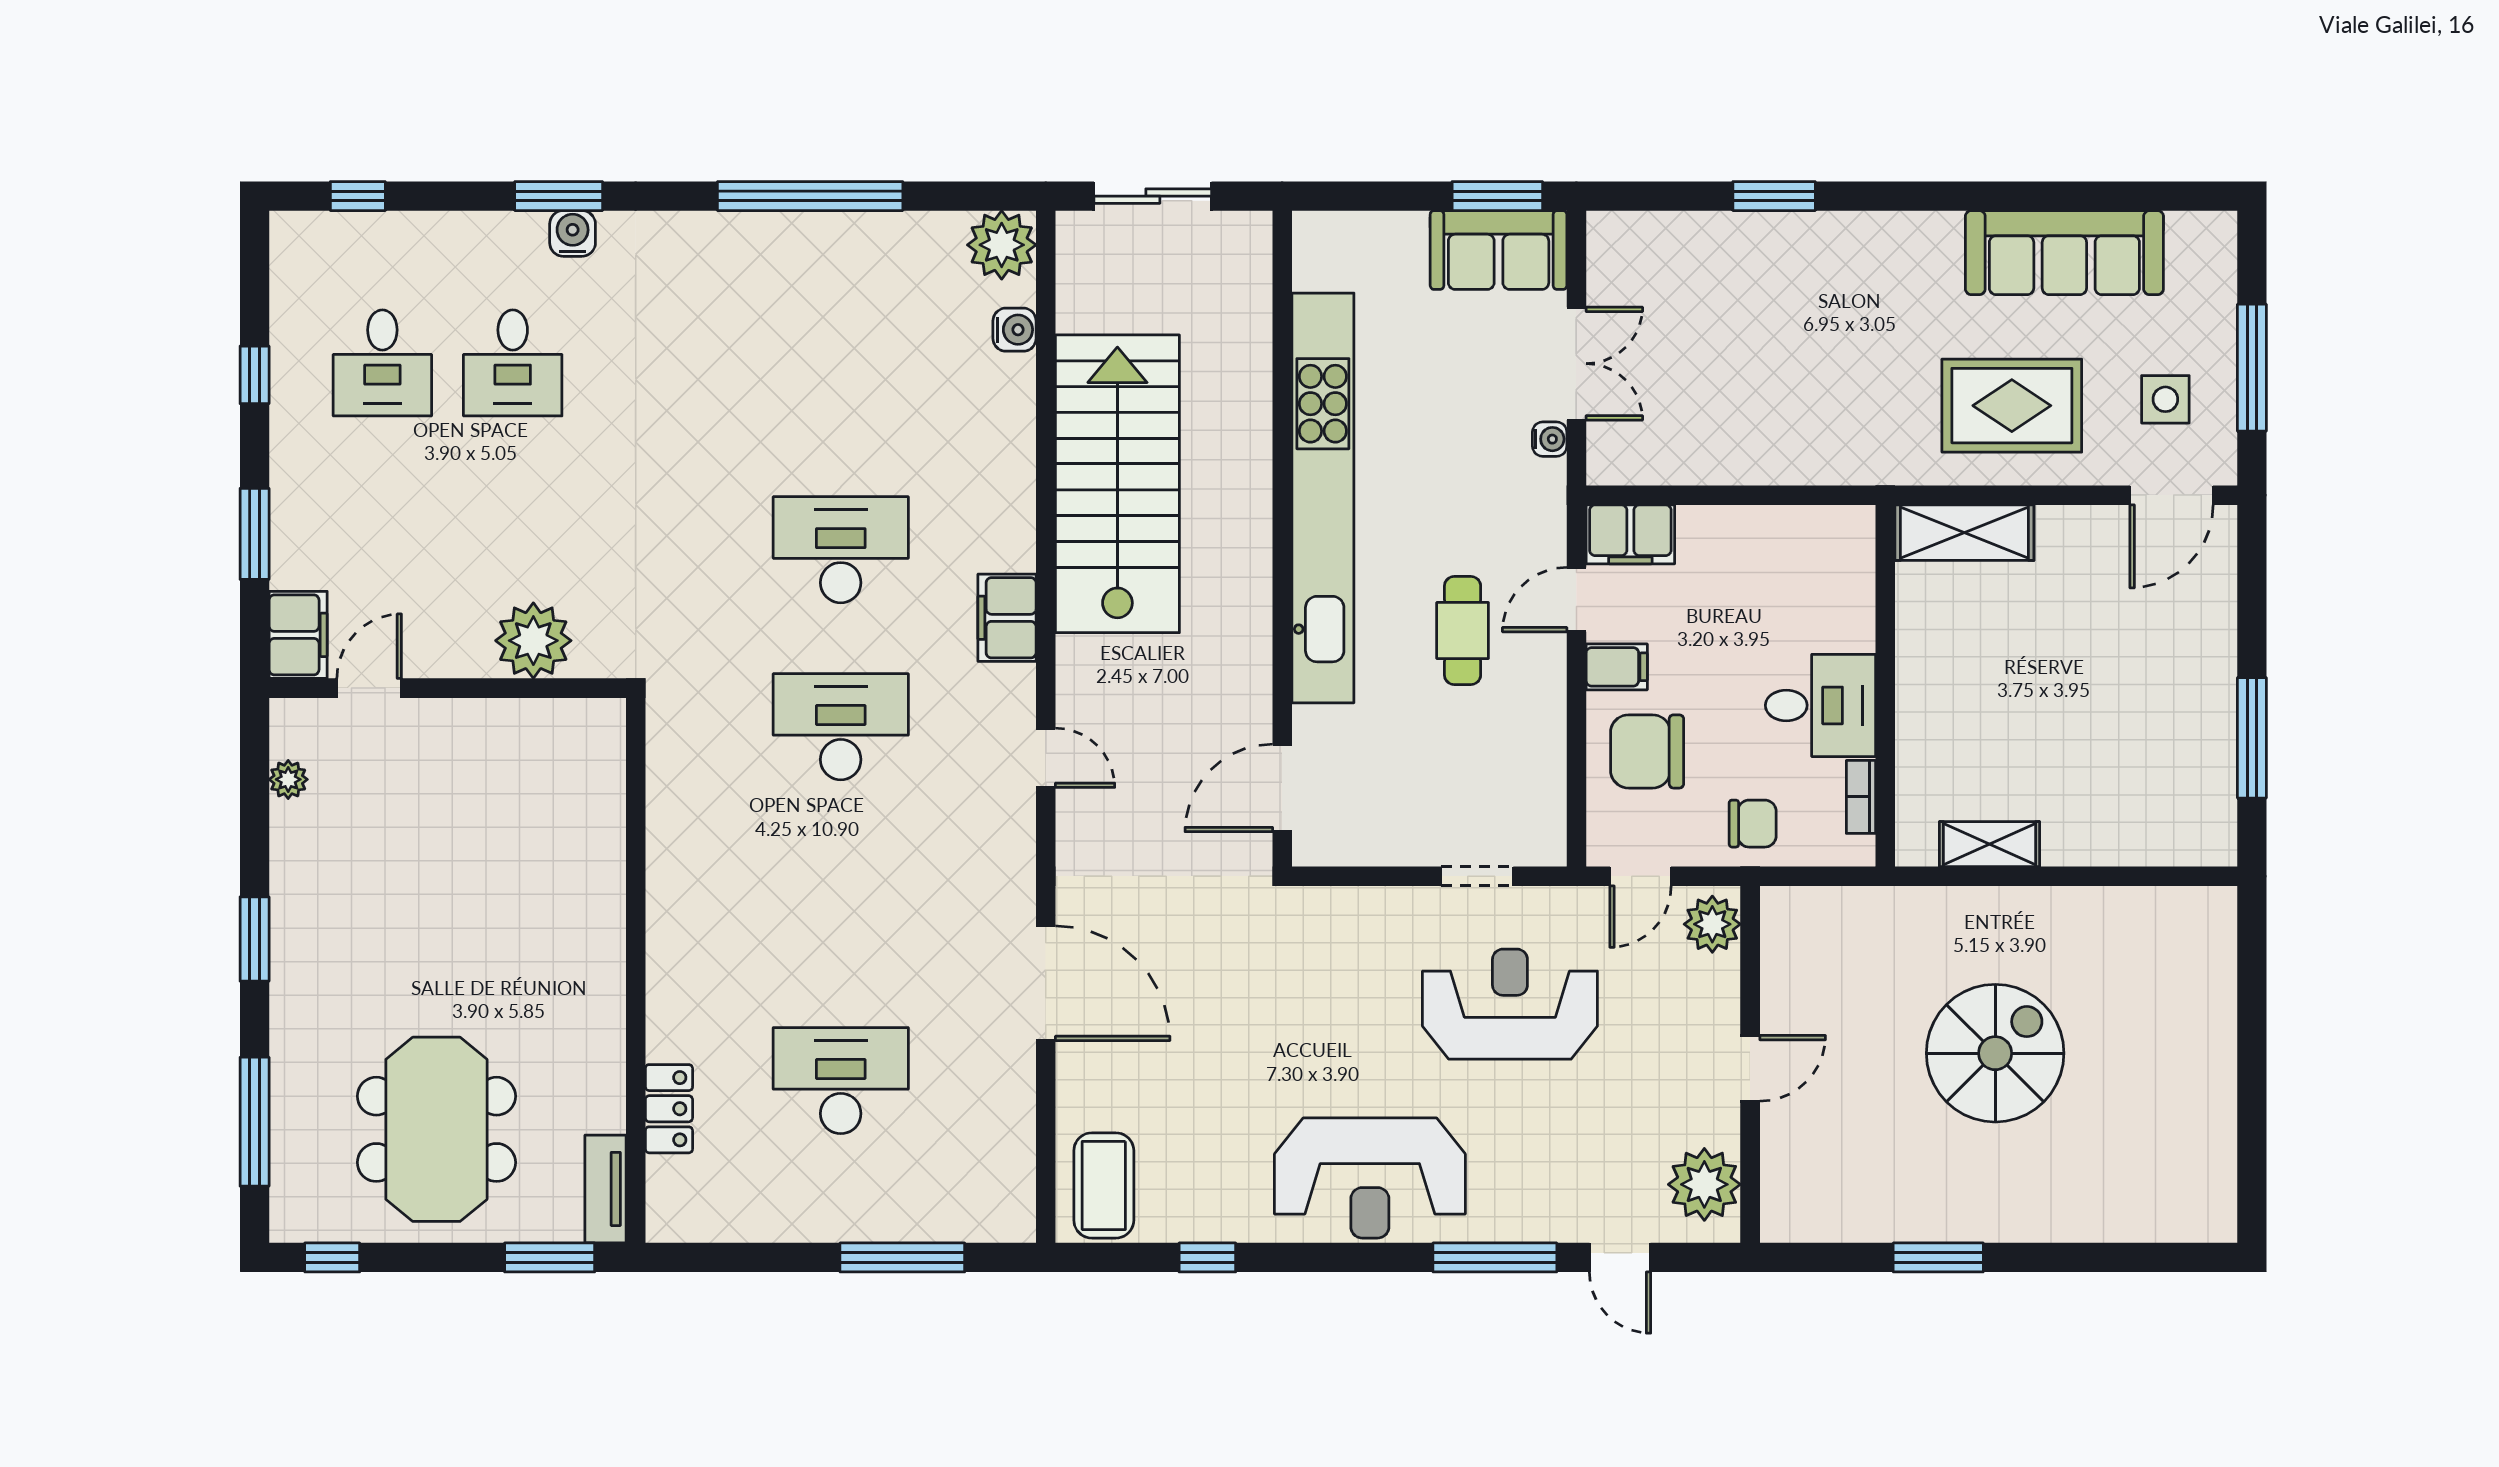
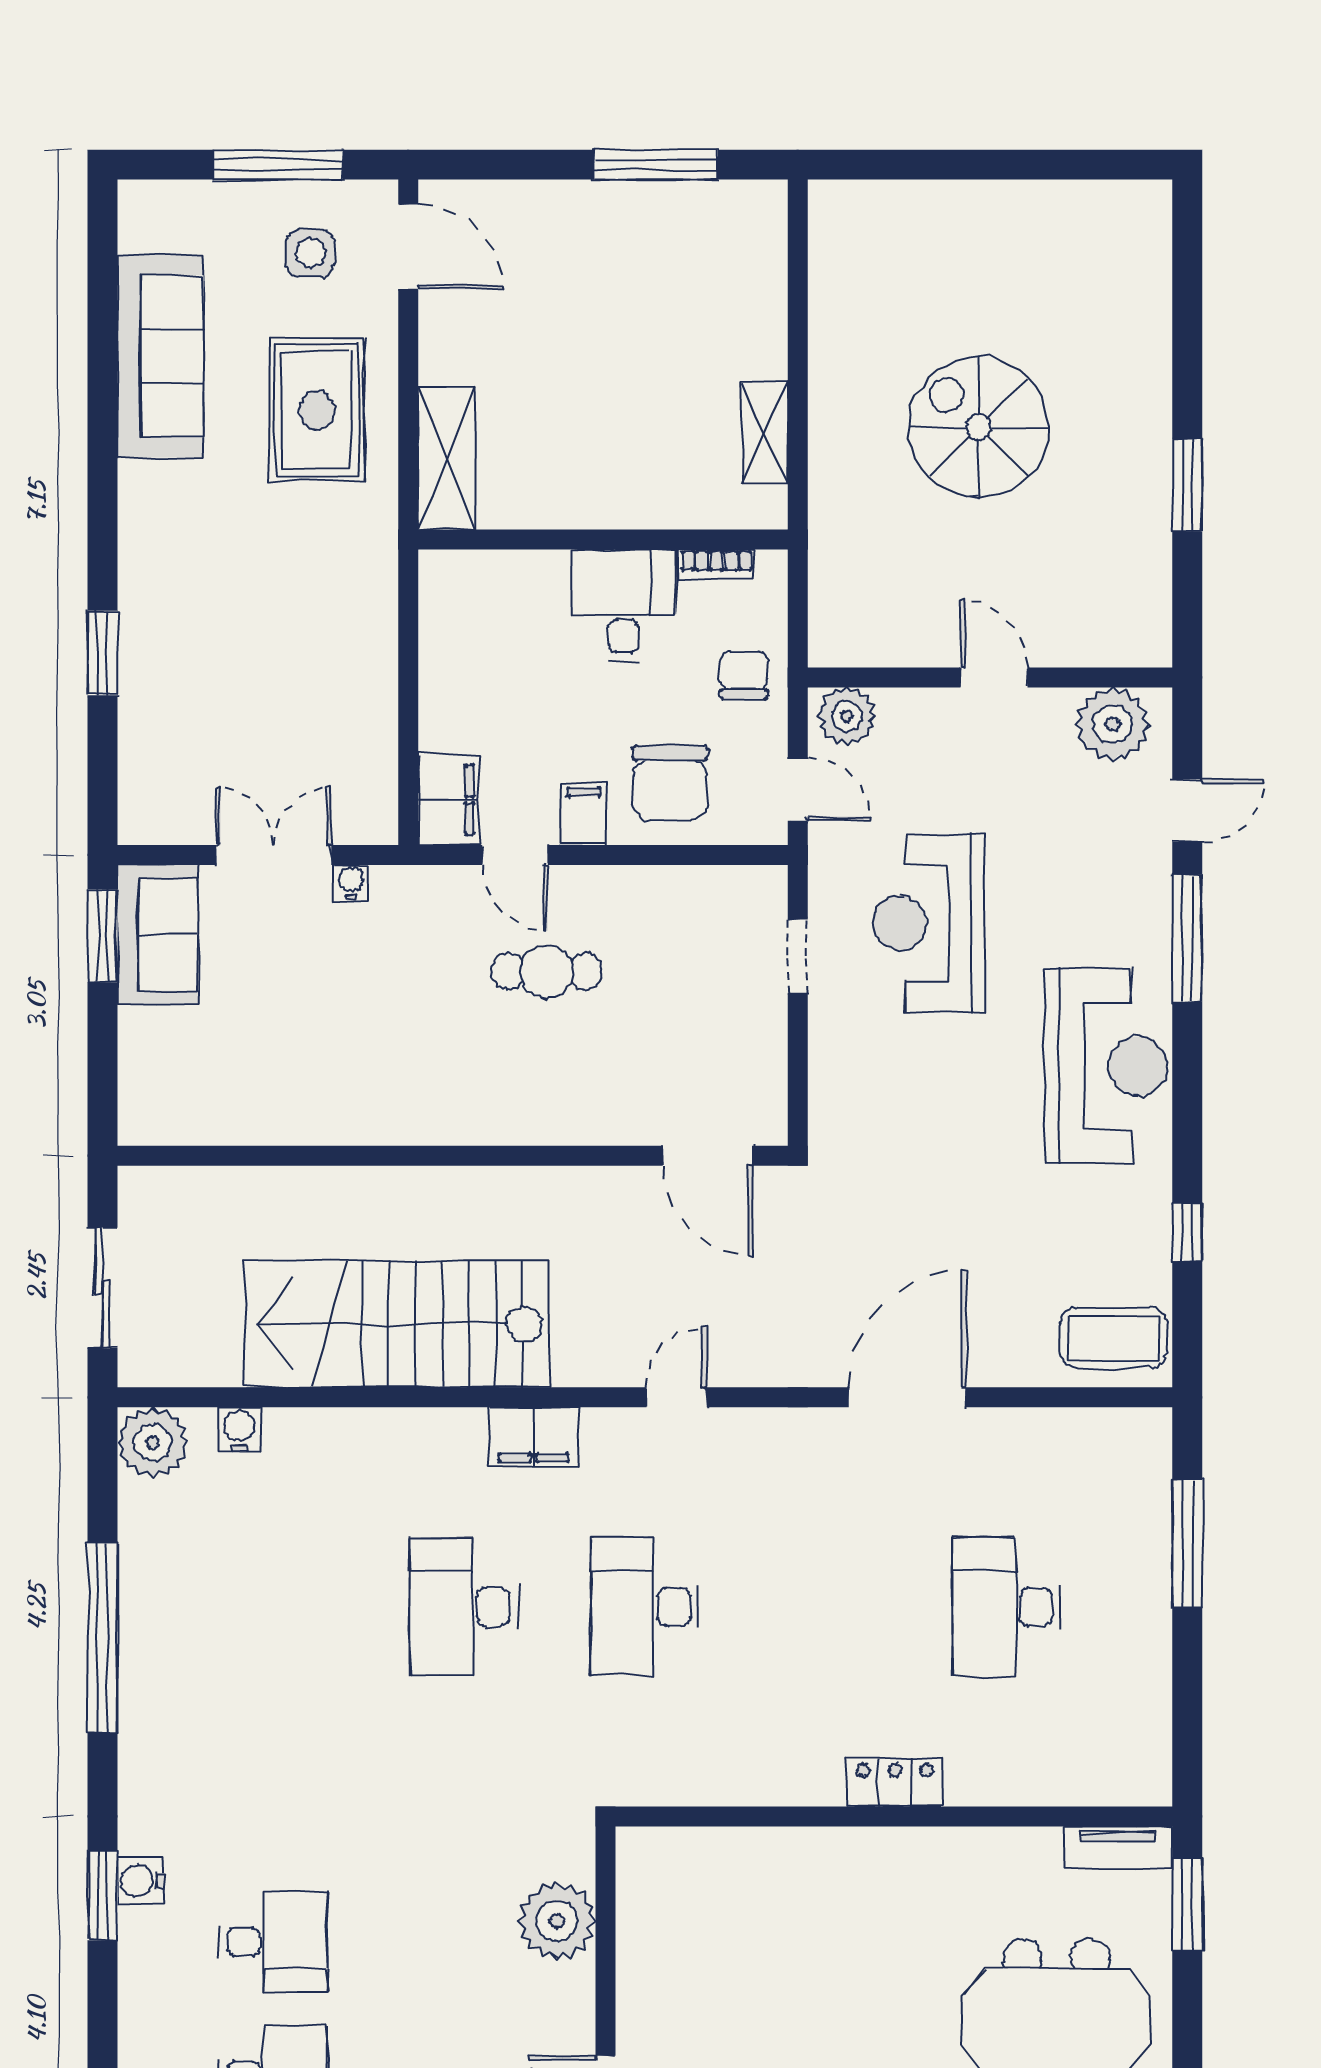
kitchen unit: (1323, 498) -> (411, 1114), removed
locker: (669, 1109) -> (895, 1782), moved

